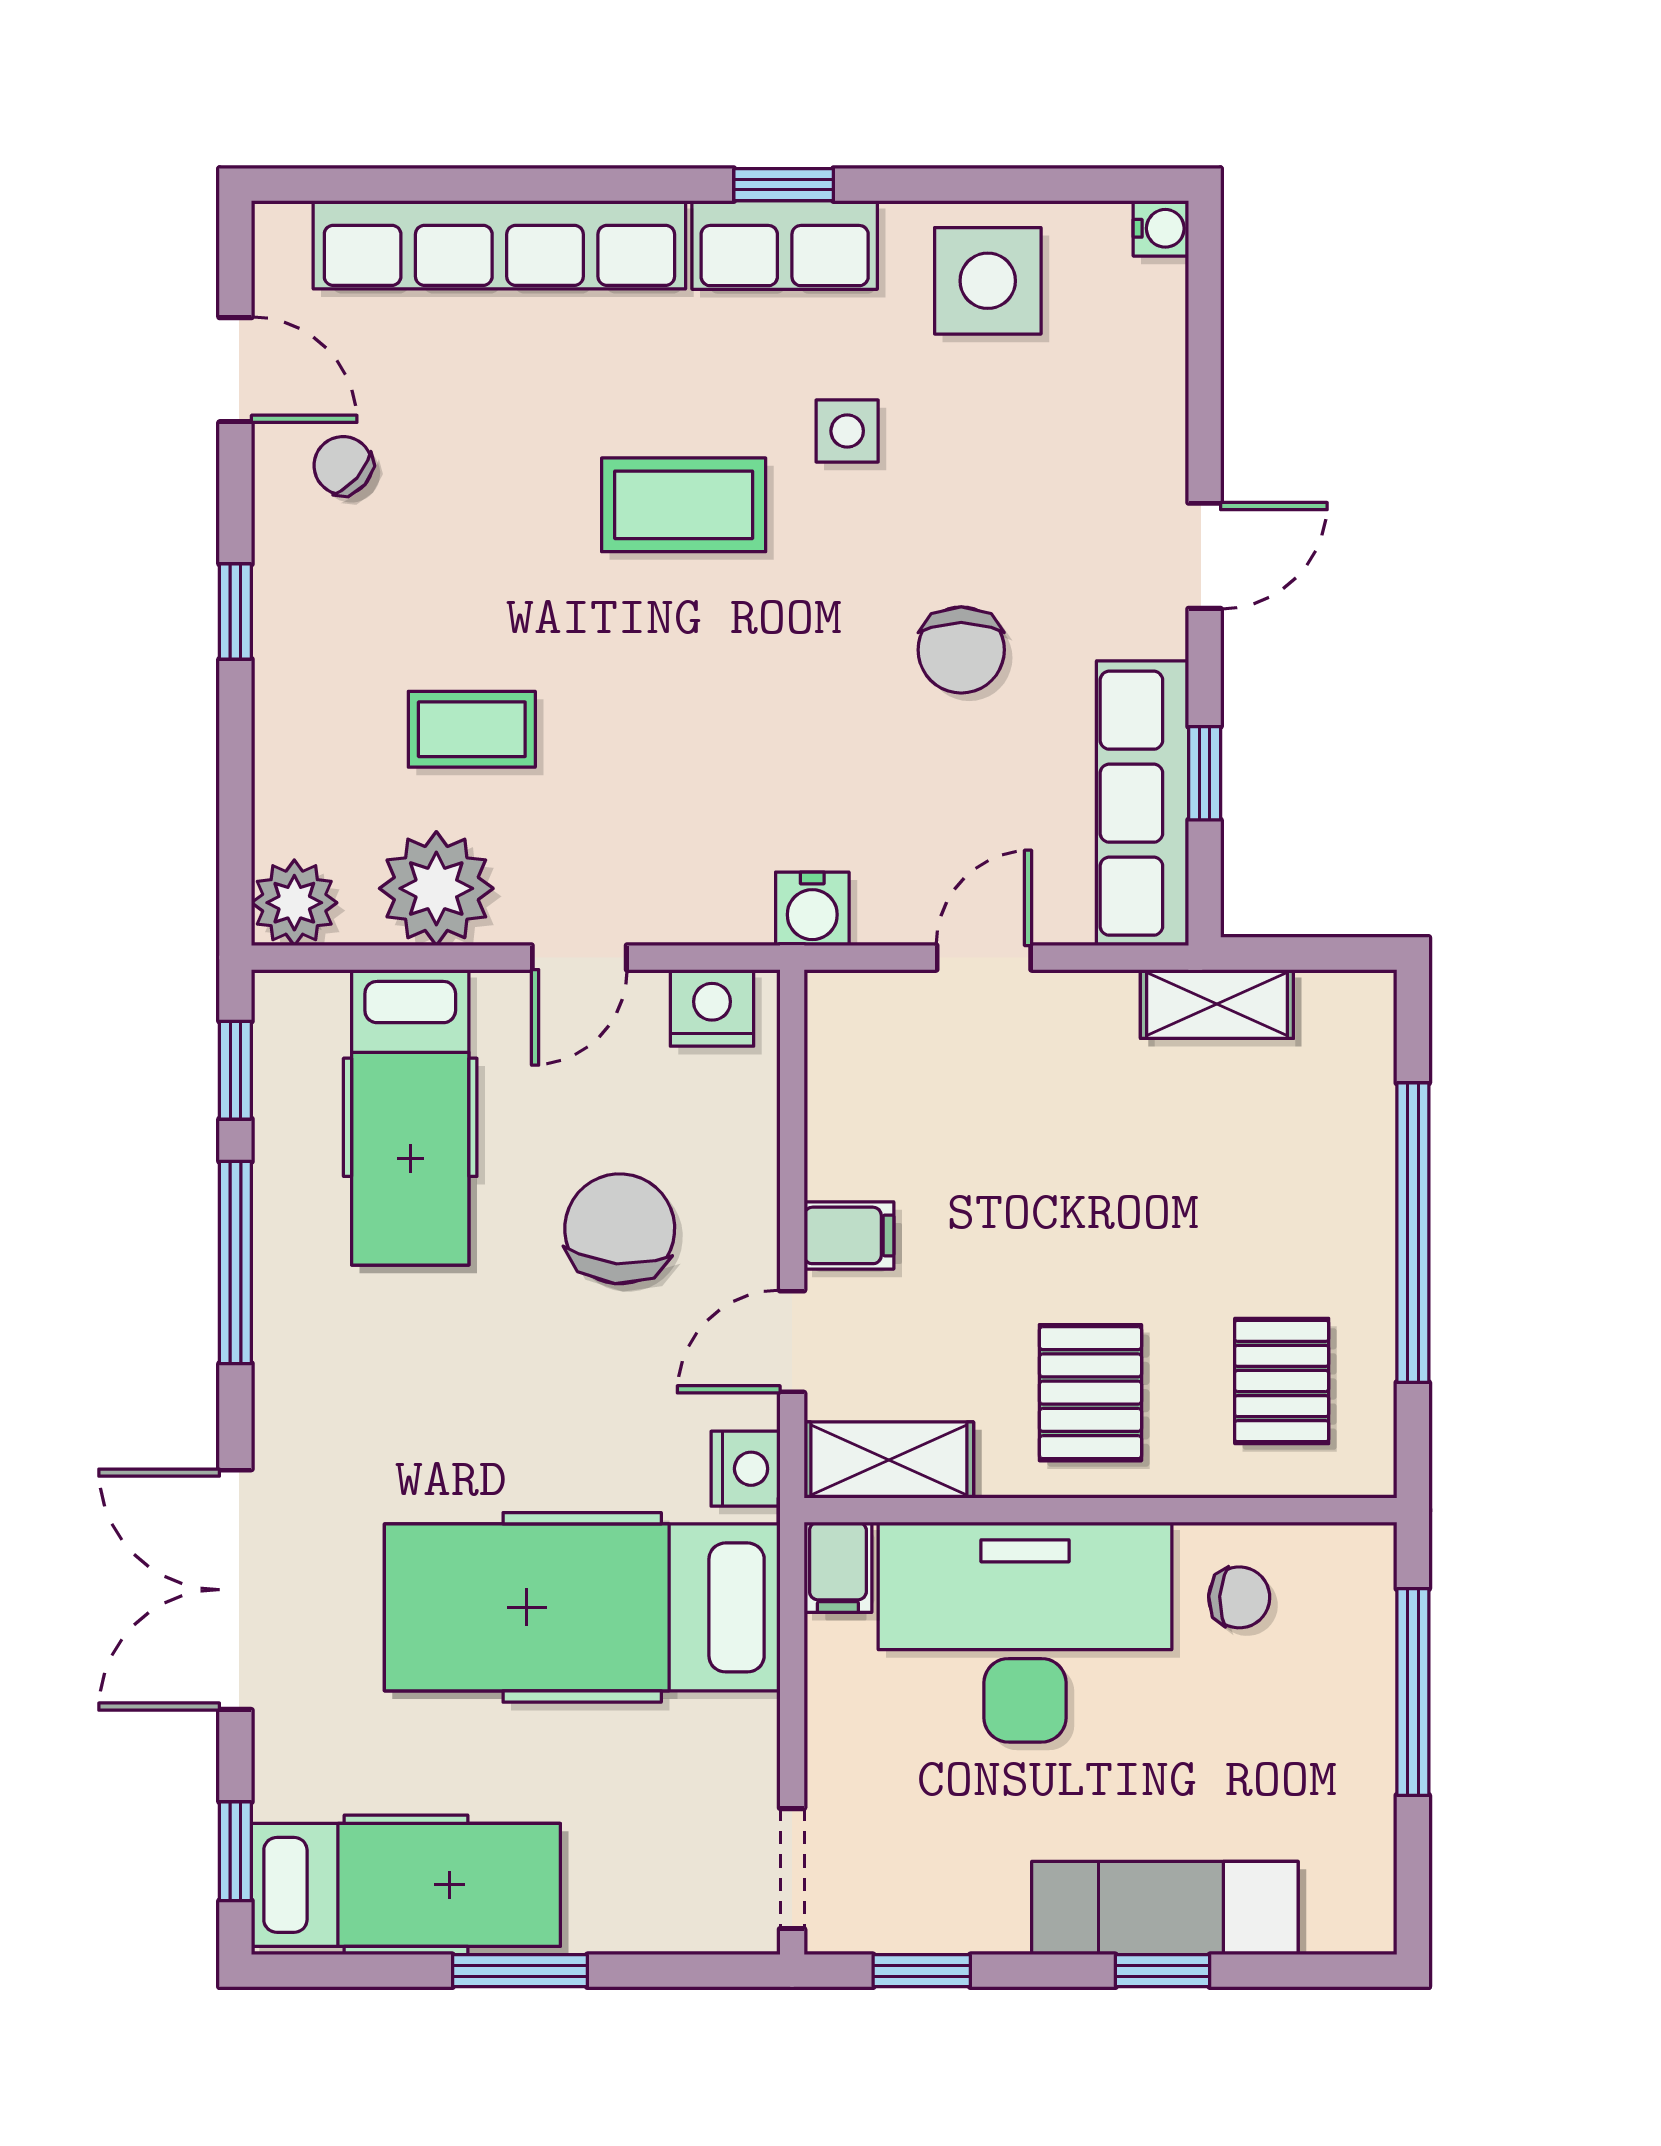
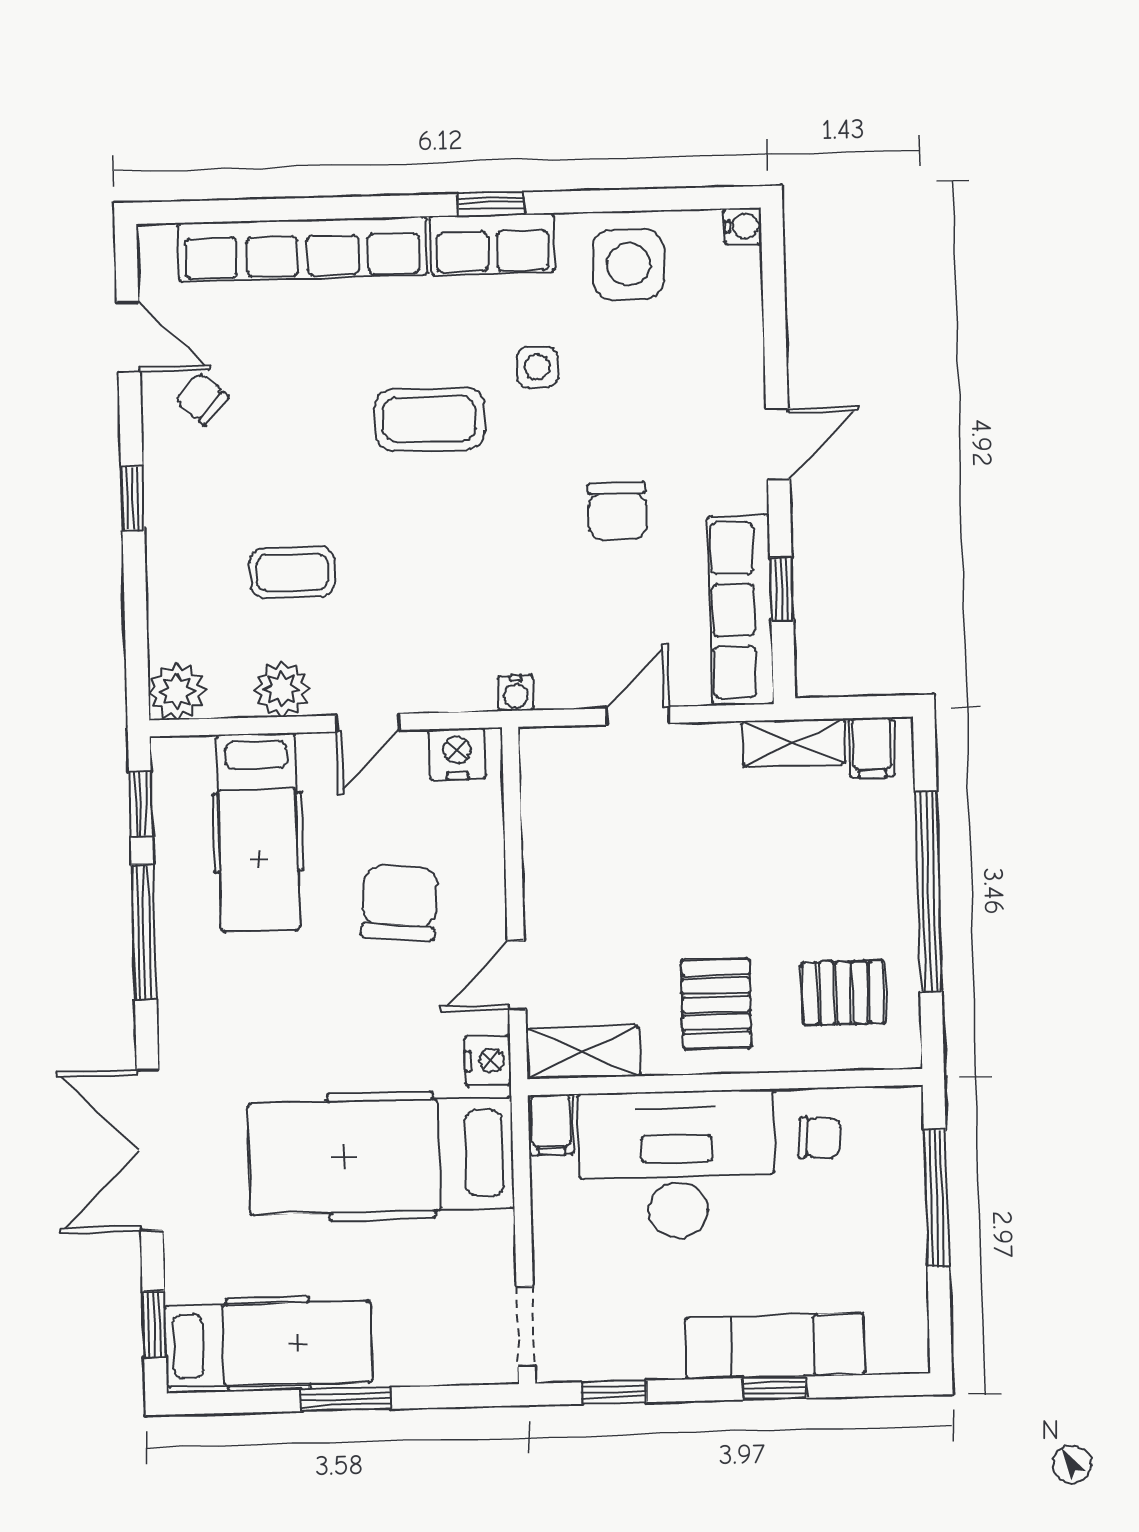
plant: (436, 888) -> (282, 689), width x0.73, depth x0.73
water cooler: (812, 909) -> (516, 693), width x0.72, depth x0.72
filing cabinet: (849, 1235) -> (872, 747), moved, turned 90
pallet: (1282, 1381) -> (844, 993), turned 90

